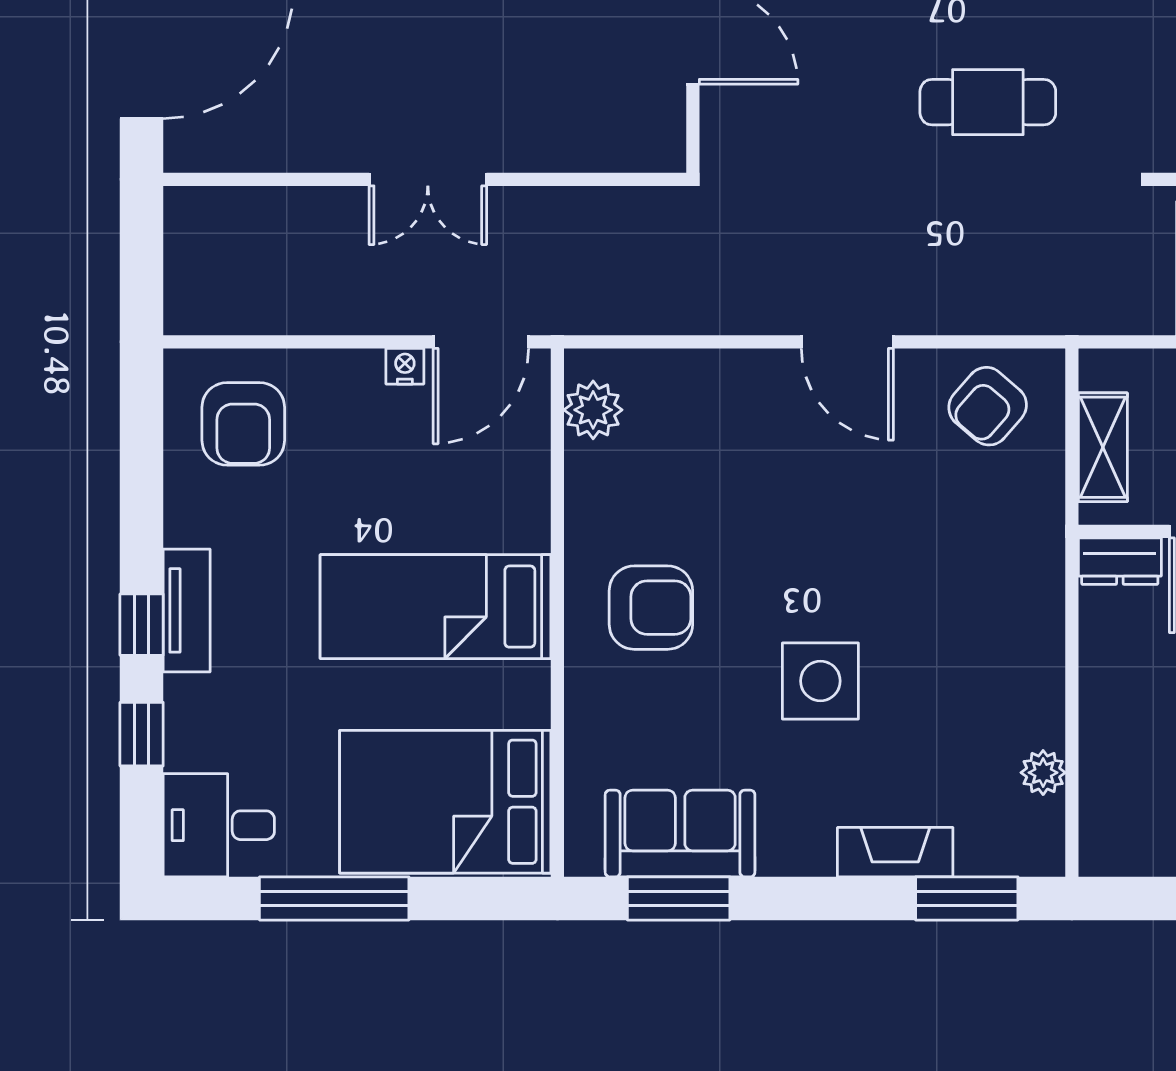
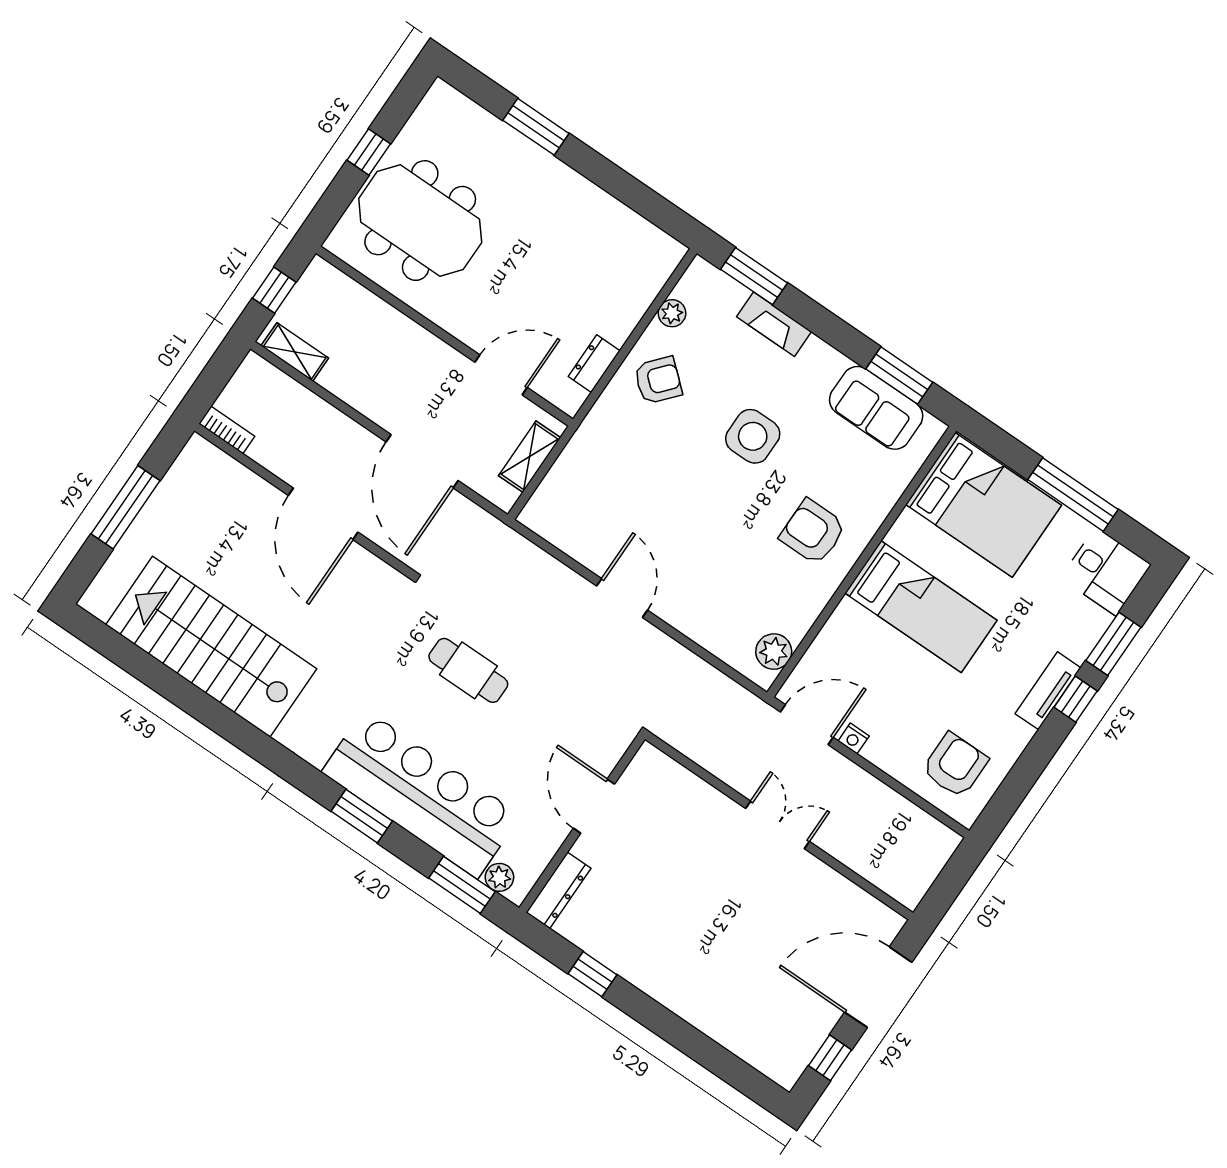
armchair: (988, 406) -> (658, 380), moved
dresser: (1120, 561) -> (594, 364), moved, turned -90
window: (142, 734) -> (1113, 644), width x1.50

